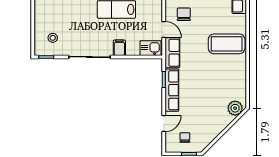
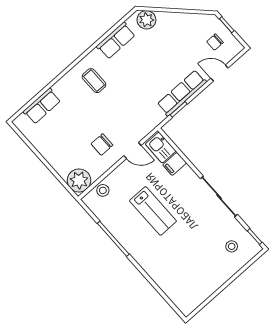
door: (164, 29) -> (132, 151), swing flipped
coffee table: (227, 44) -> (94, 81), width x0.54, depth x0.58
filing cabinet: (119, 48) -> (175, 164), moved
row of seats: (172, 53) -> (116, 41), moved, turned 180

